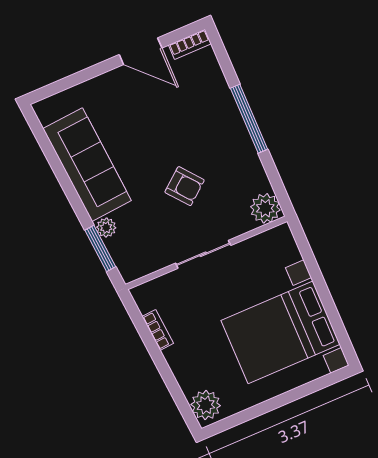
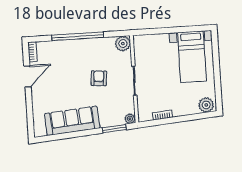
window: (249, 119) -> (78, 36), width x1.46
armchair: (185, 186) -> (99, 78), turned -46
plant: (106, 228) -> (130, 119), moved
bed with nightstands: (280, 332) -> (192, 57), width x0.73

